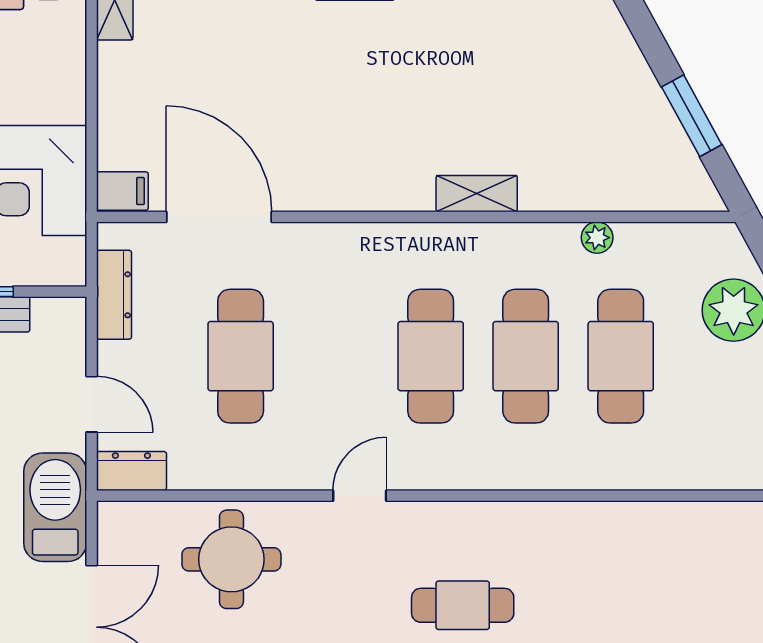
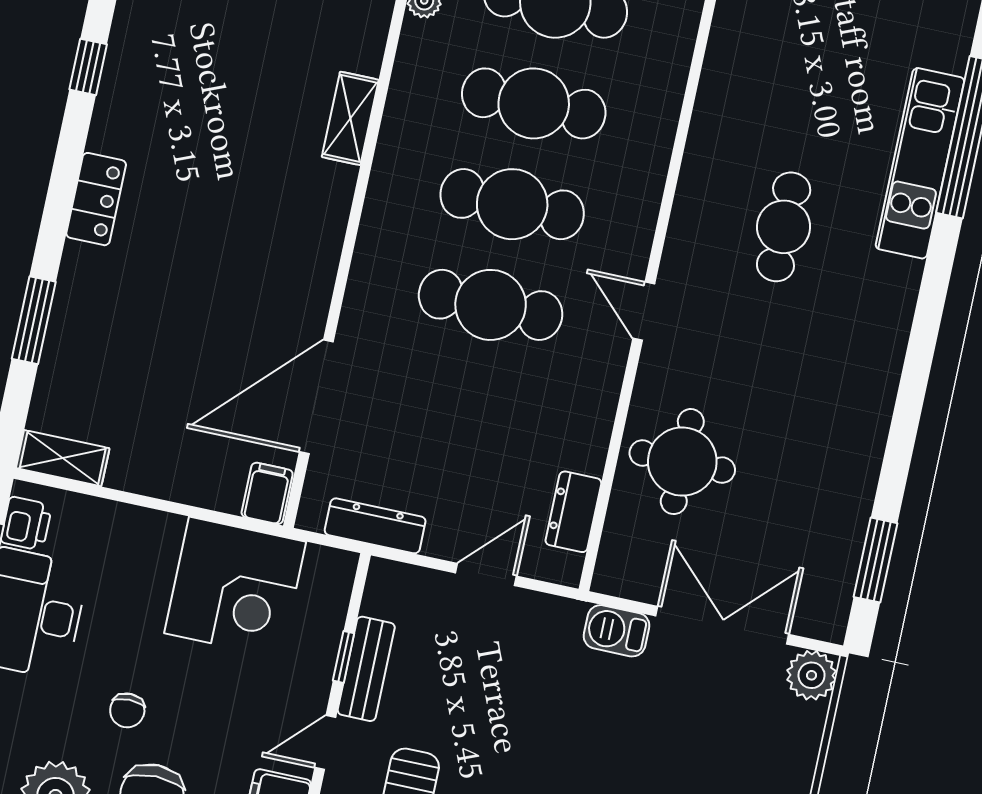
cafe table: (241, 356) -> (491, 305), moved
dresser: (131, 471) -> (573, 512), moved
barbecue: (55, 507) -> (617, 631), width x0.53, depth x0.65

